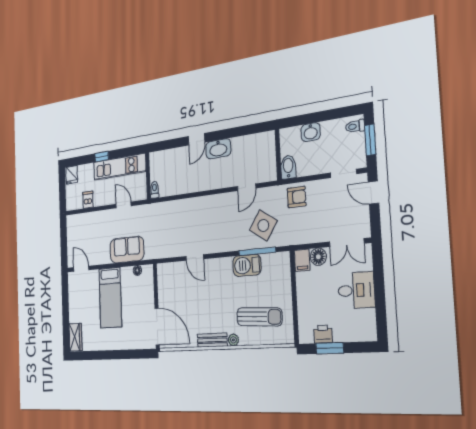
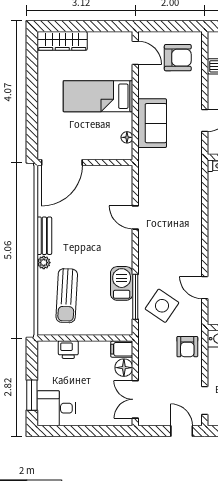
door: (373, 193) -> (182, 431), hinge flipped
armchair: (83, 233) -> (178, 58), added
door: (195, 258) -> (135, 217), hinge flipped
door: (81, 269) -> (135, 53), hinge flipped
desk: (356, 290) -> (56, 408), moved, turned 90
printer: (323, 334) -> (68, 350), moved, turned 90
wardrobe: (75, 337) -> (62, 41), width x1.50
window: (330, 348) -> (32, 395), moved

